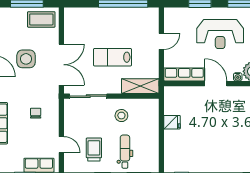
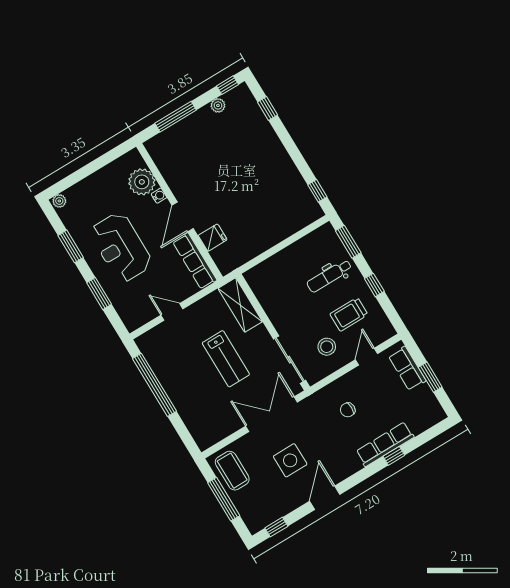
reception desk: (220, 34) -> (121, 247), turned 180
stool: (121, 116) -> (327, 347), moved
fridge: (172, 122) -> (213, 238), moved, turned 90

